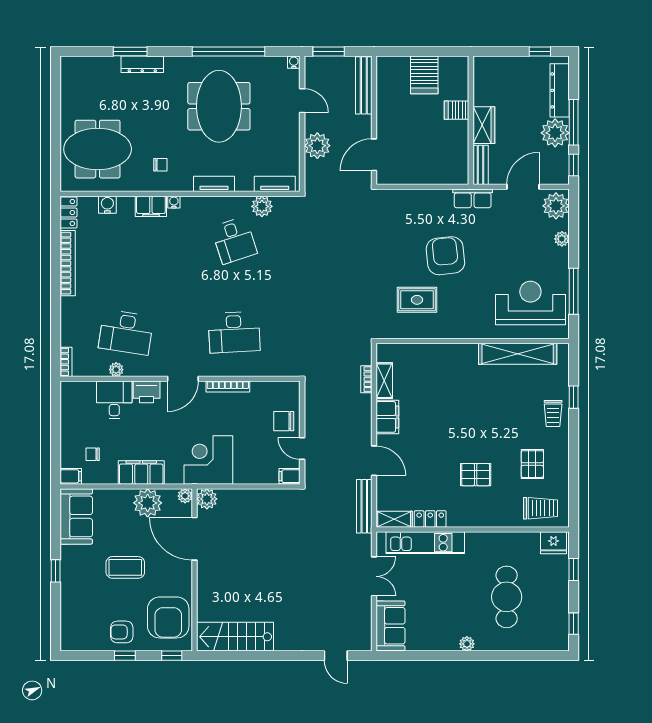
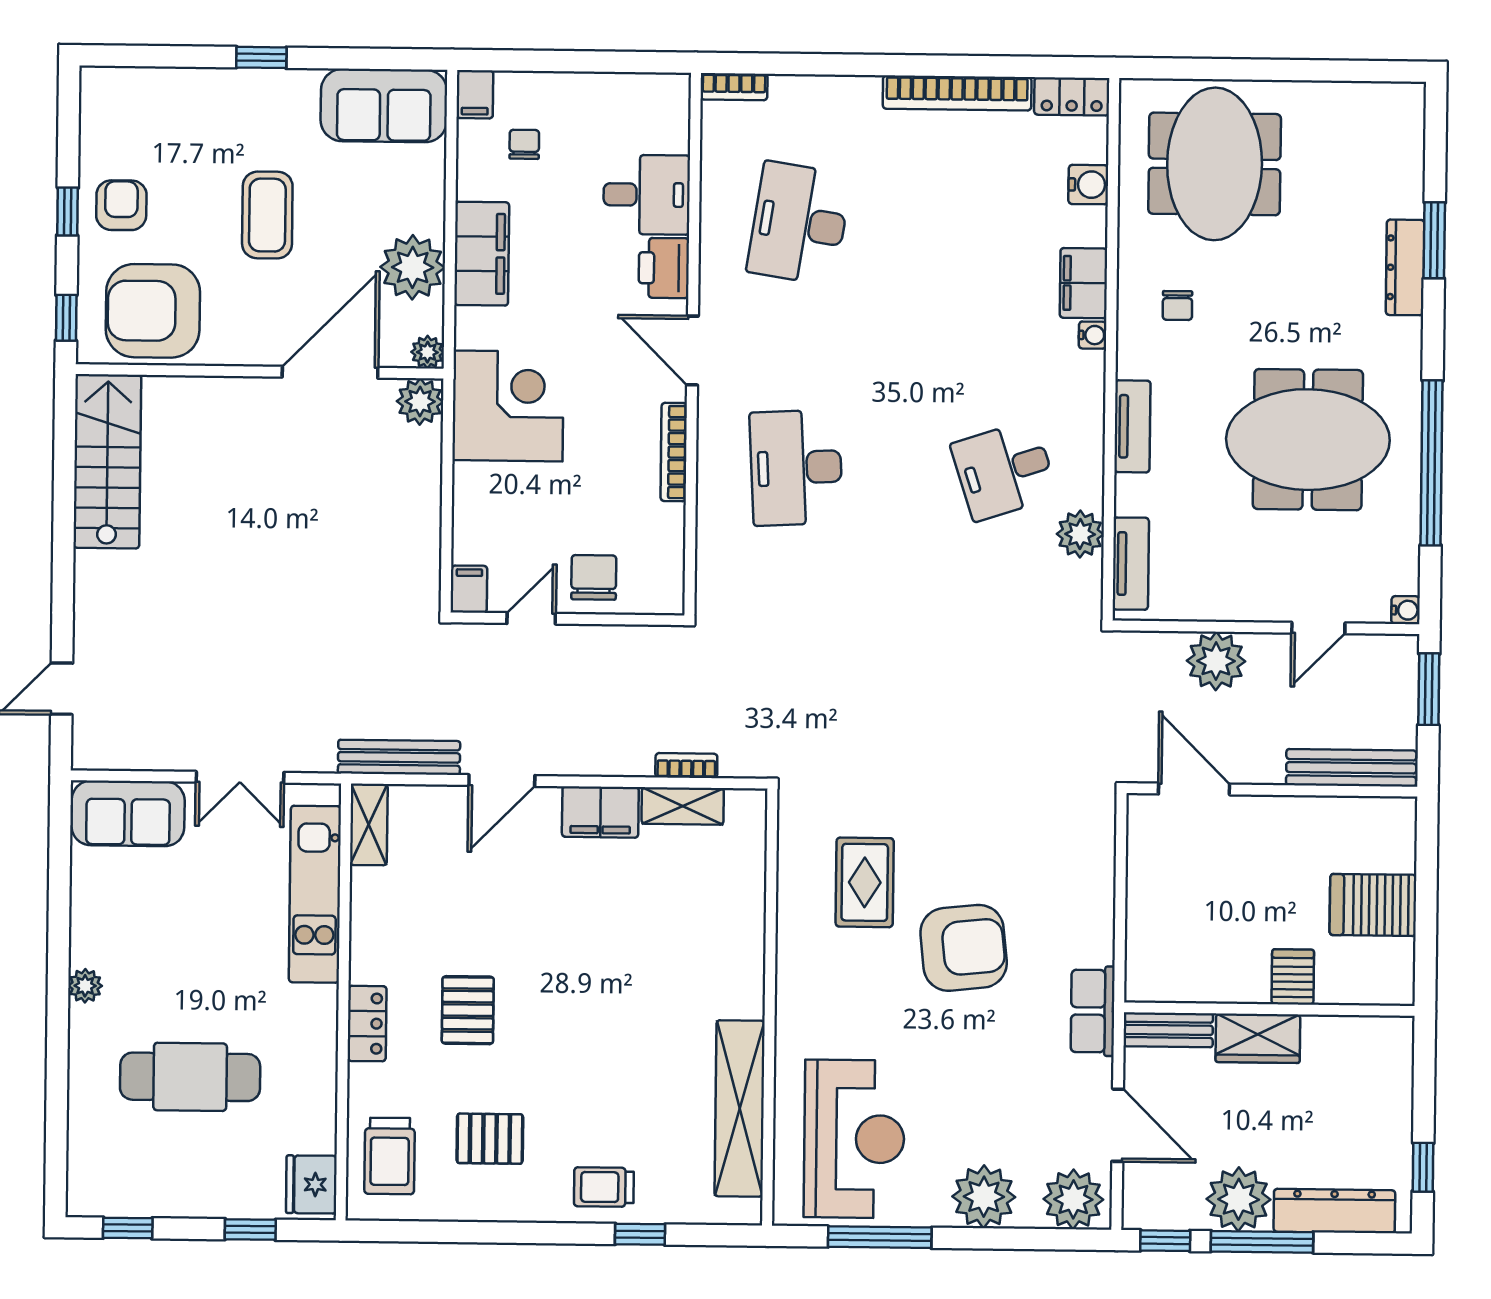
plant: (562, 239) -> (984, 1197), width x1.88, depth x1.88
plant: (116, 370) -> (715, 200), removed
locker: (430, 519) -> (367, 1024), moved

